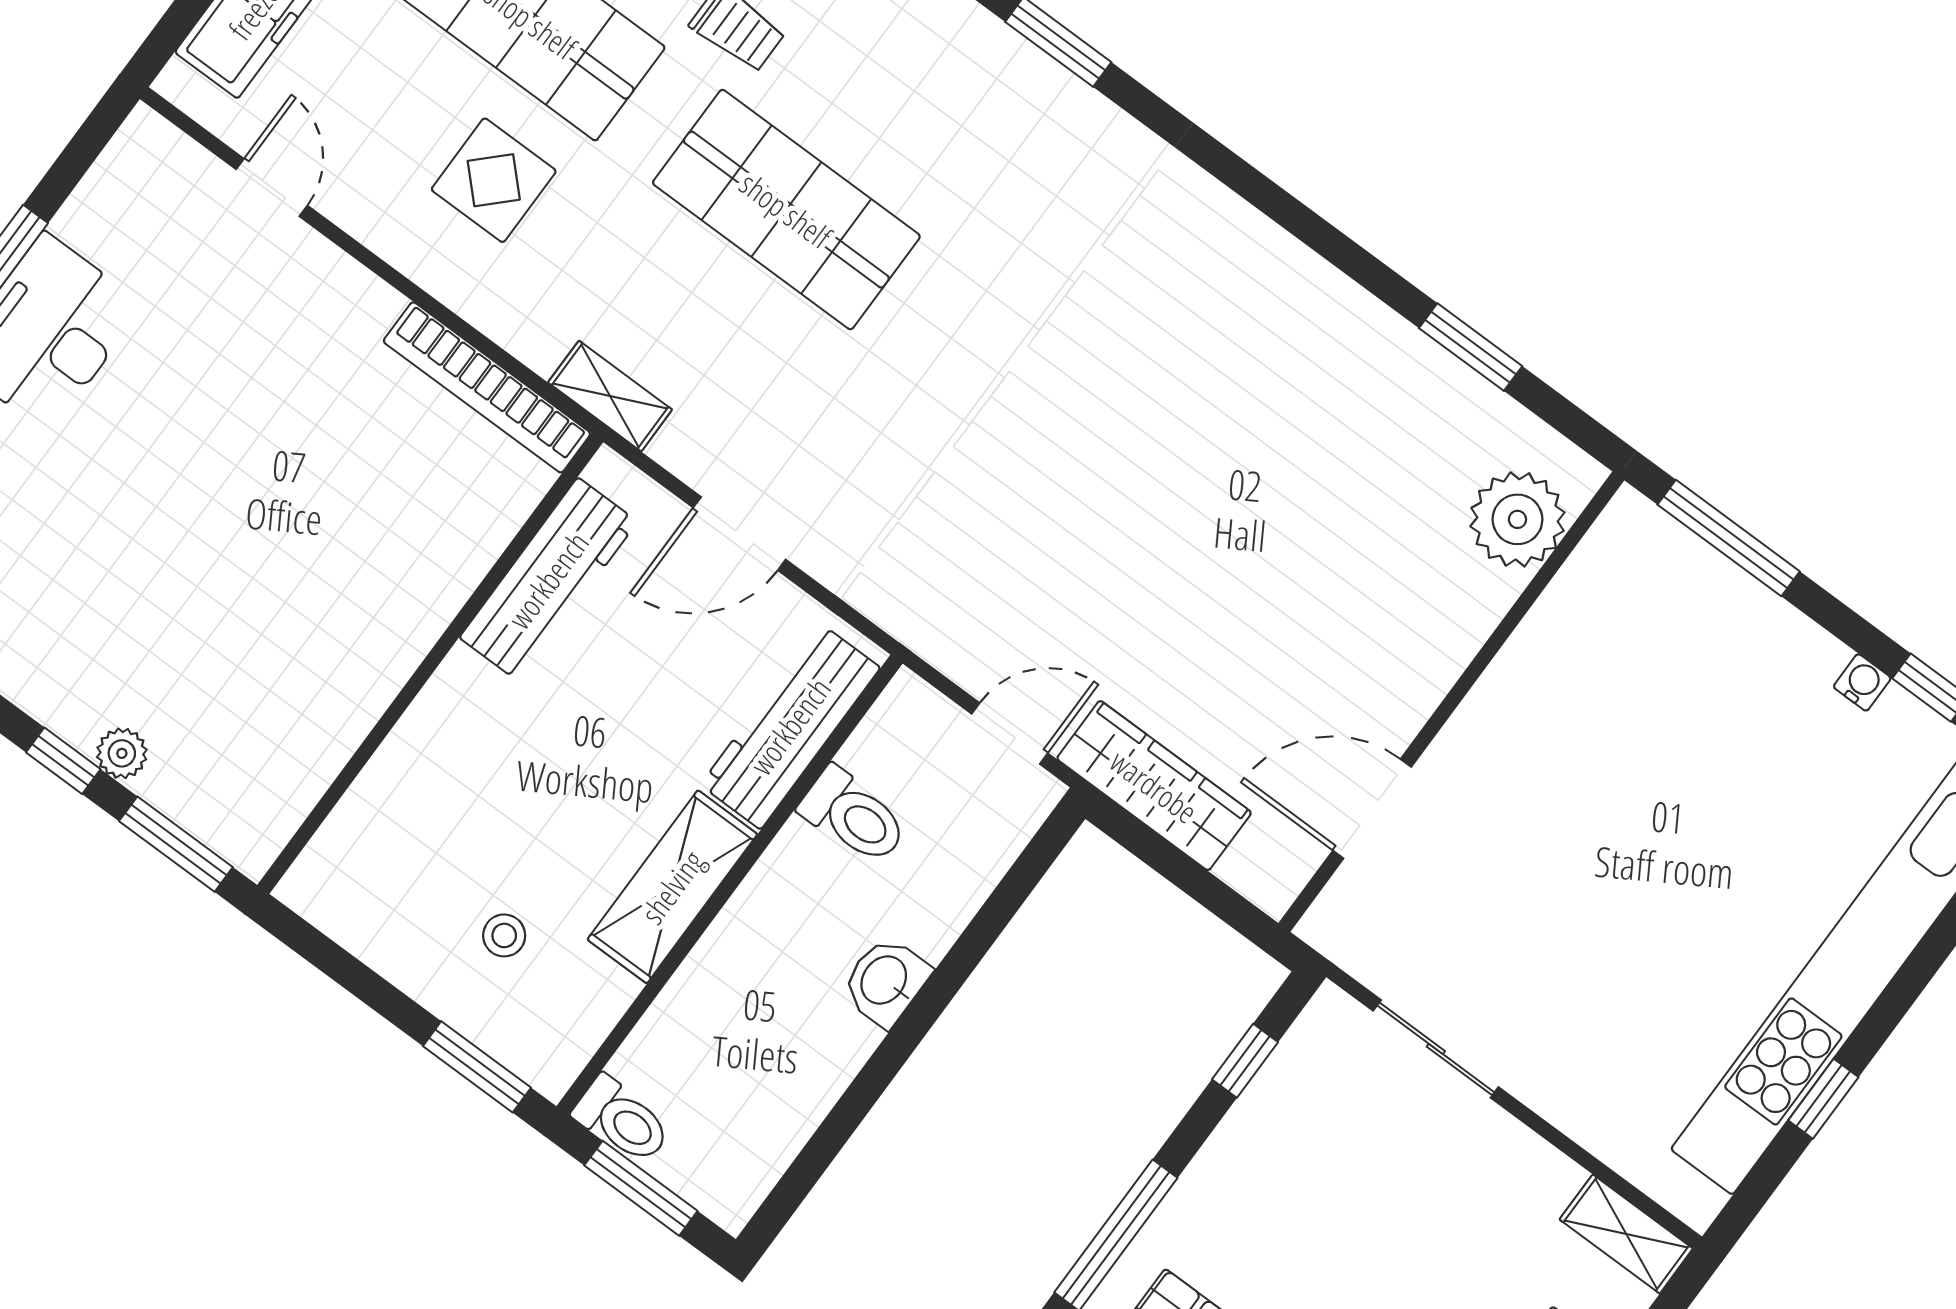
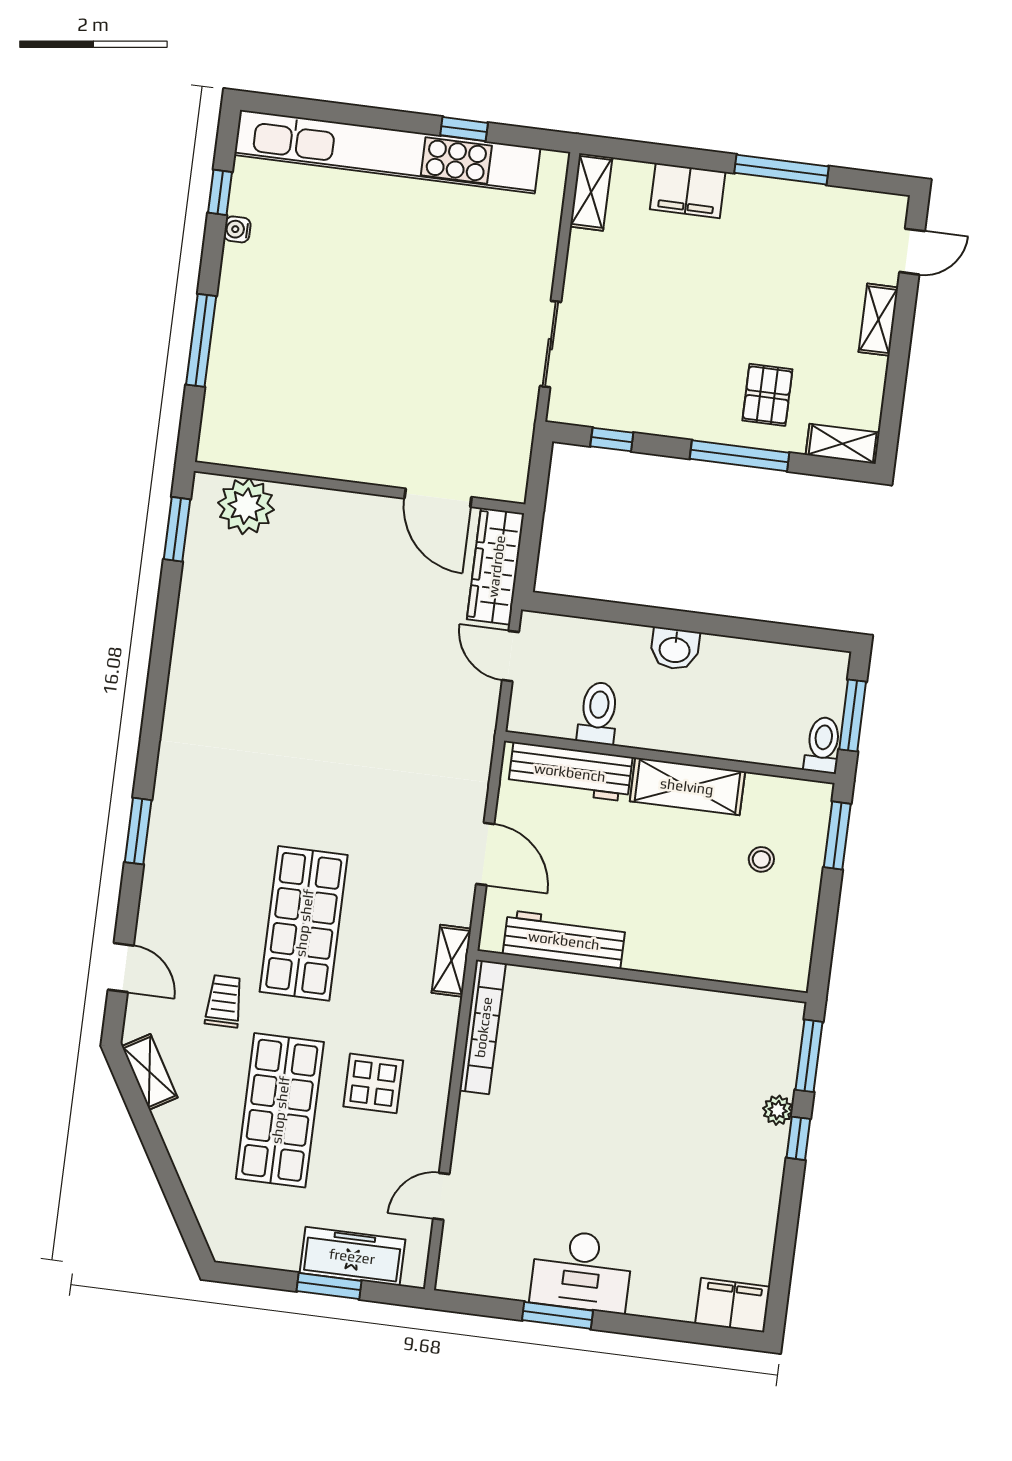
plant: (1517, 519) -> (246, 506), moved
wall: (1451, 702) -> (360, 488), moved
door: (1372, 809) -> (438, 498), moved

